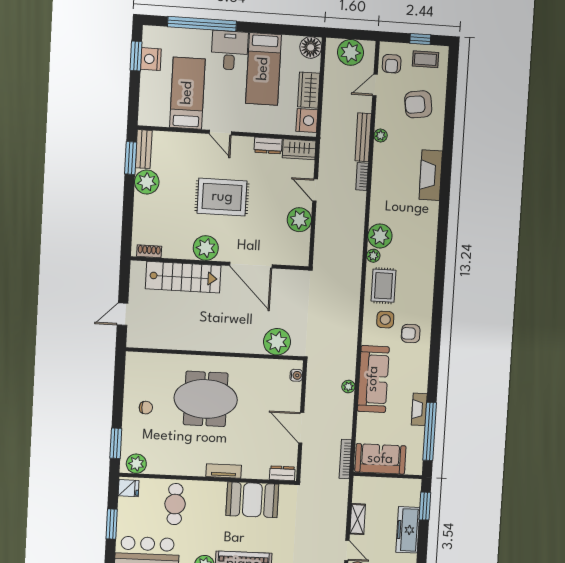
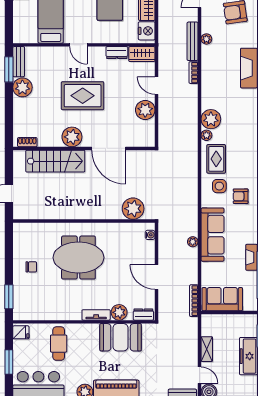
plant: (136, 464) -> (119, 312), moved

